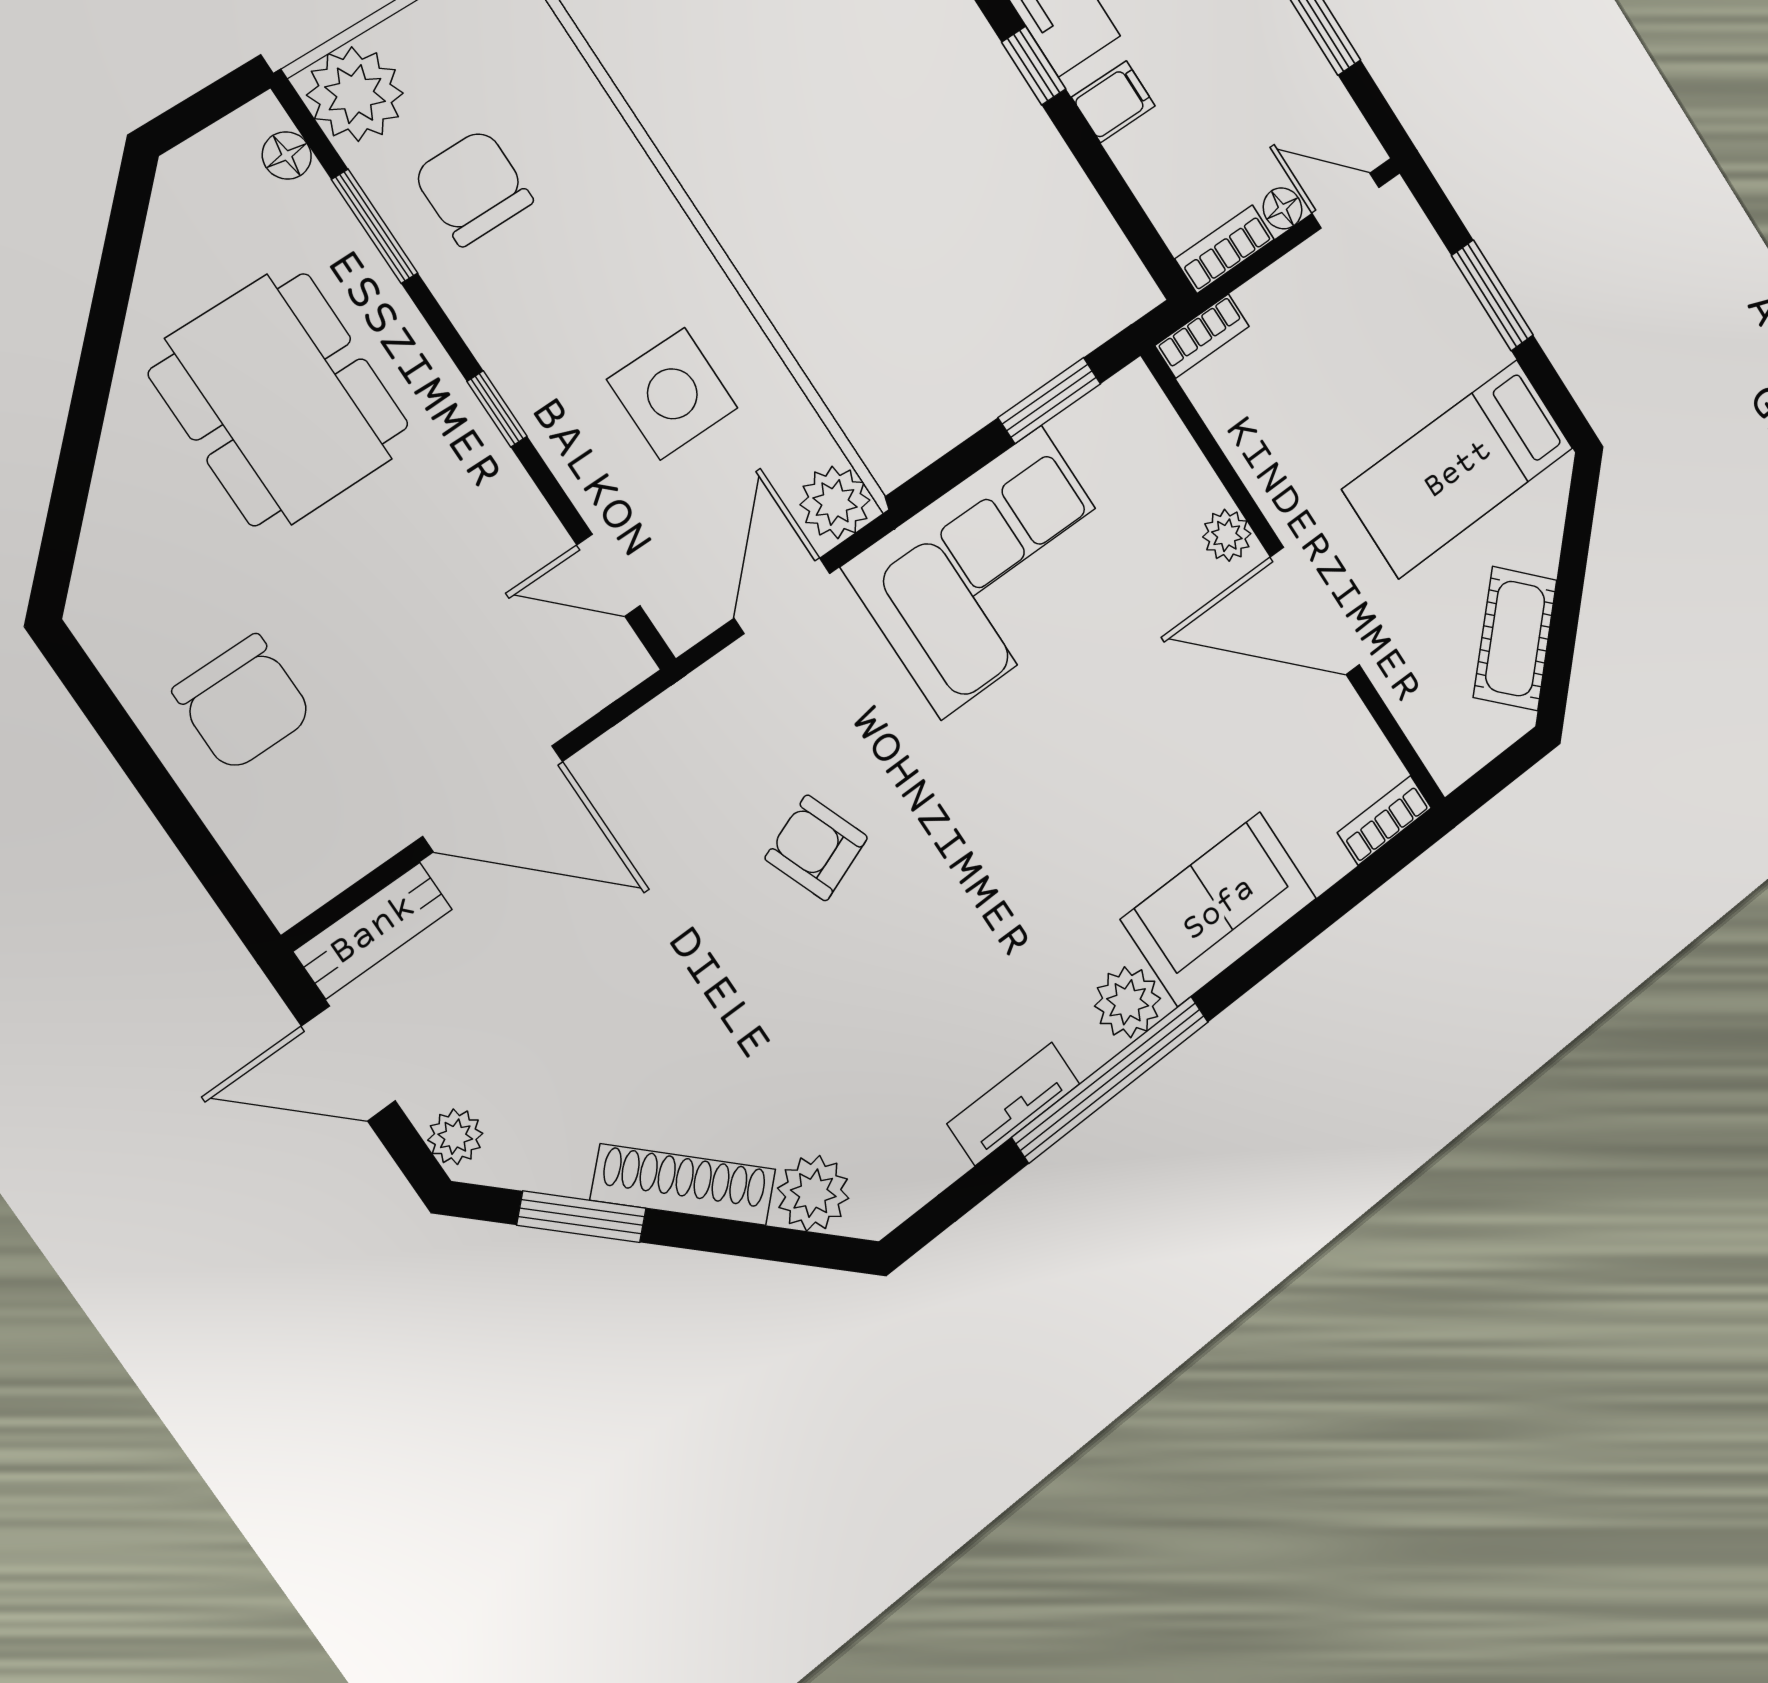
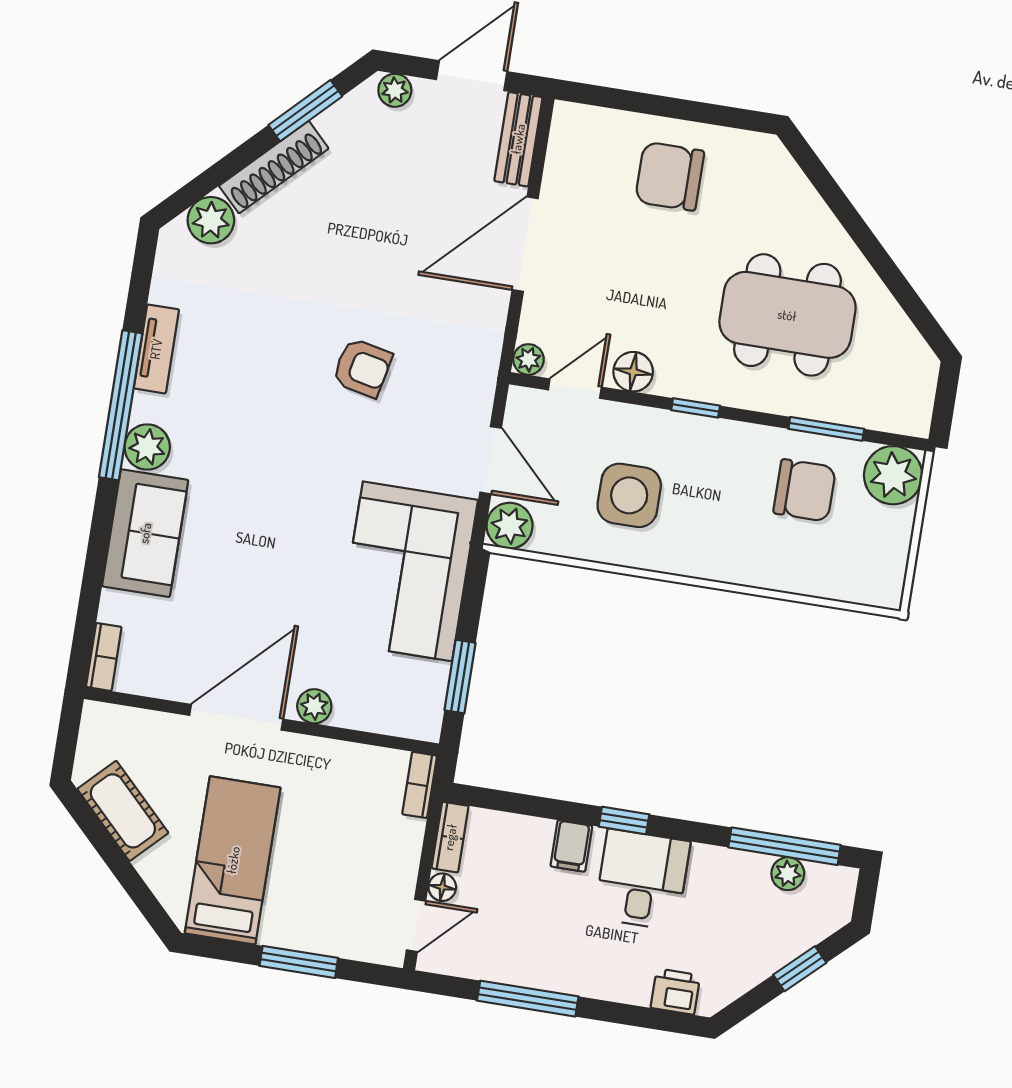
floor lamp: (287, 155) -> (633, 372), moved, width x1.37, depth x1.37
plant: (626, 663) -> (528, 359), added
armchair: (816, 848) -> (362, 368), turned 33

